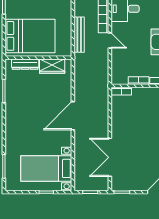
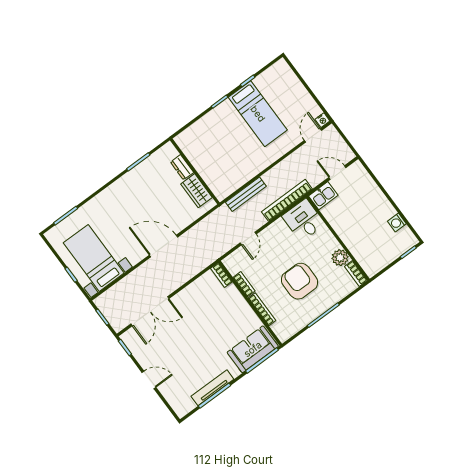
bed: (30, 36) -> (210, 148), removed
door: (110, 41) -> (248, 239), moved
dresser: (25, 64) -> (182, 167), width x0.70
double door: (110, 157) -> (150, 311), swing flipped

